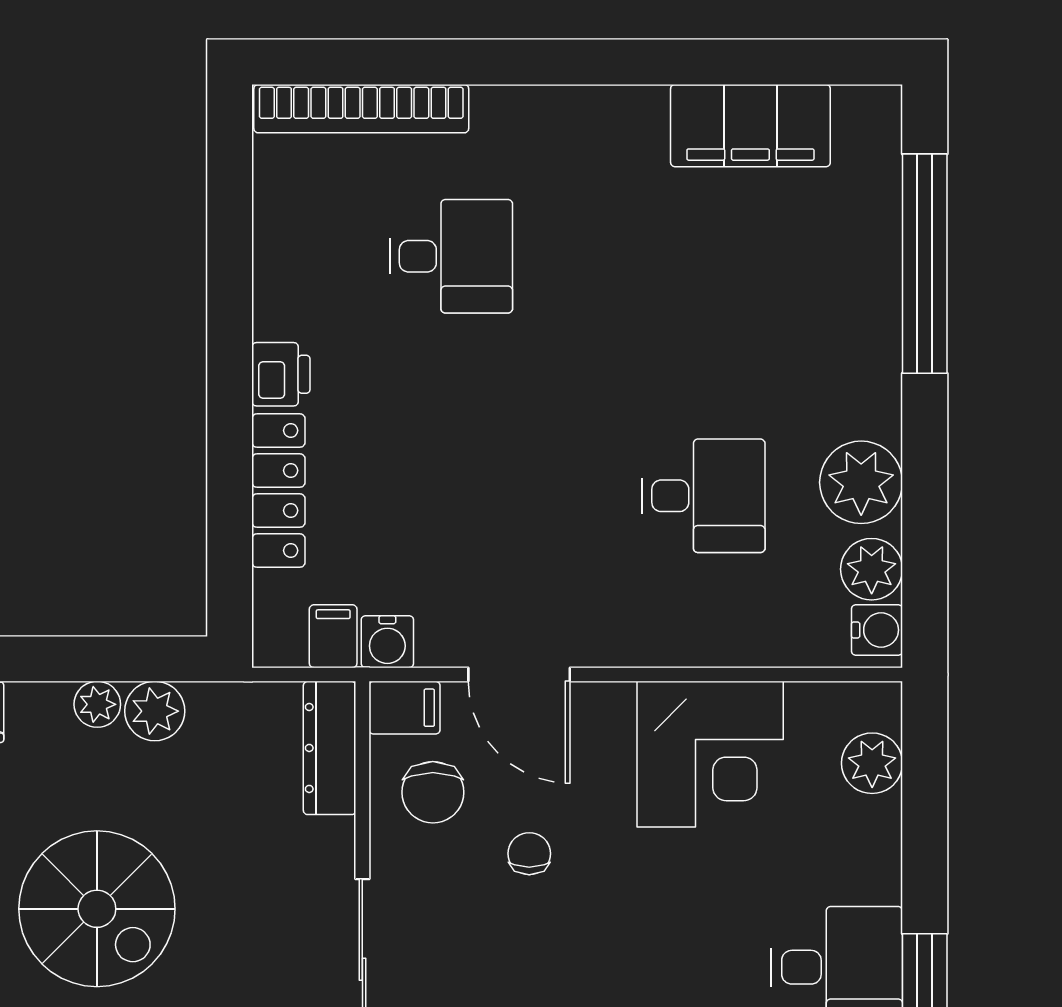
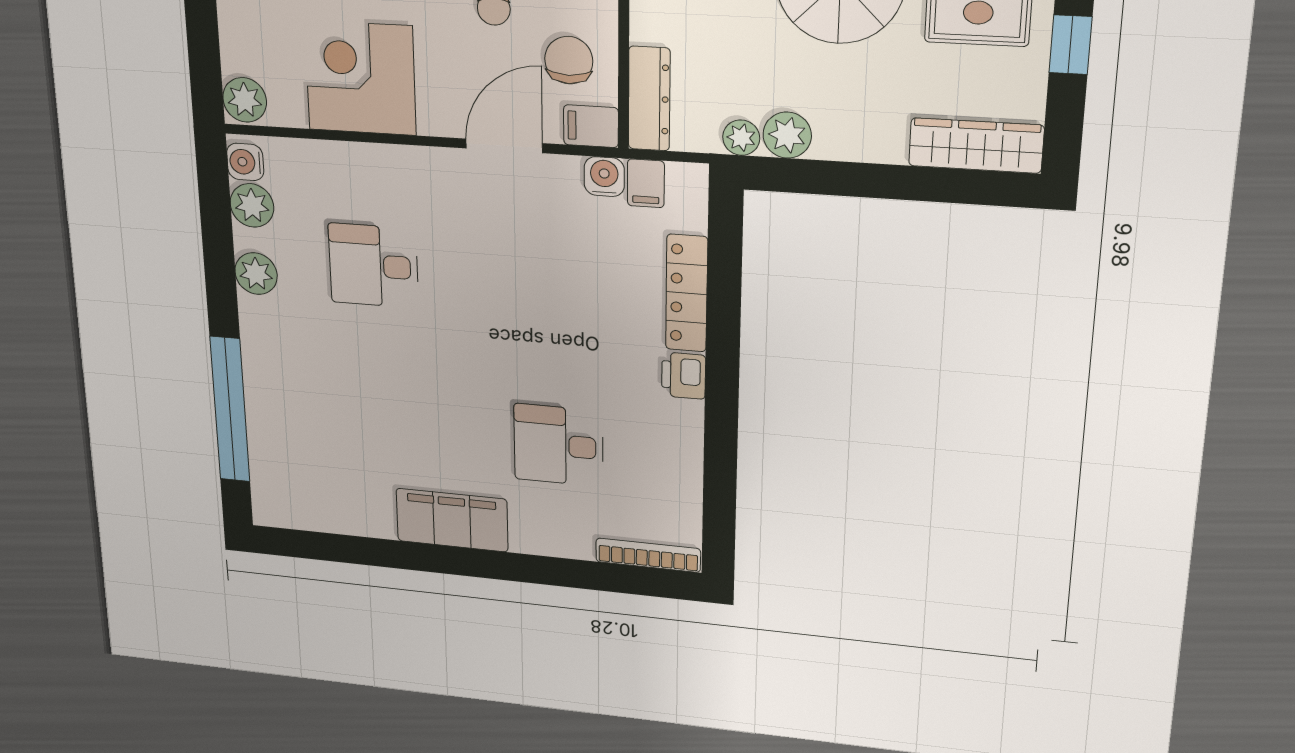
bookcase: (361, 109) -> (648, 555), width x0.68, depth x0.76
filing cabinet: (750, 126) -> (452, 520), moved
plant: (861, 482) -> (256, 274), width x0.73, depth x0.73
door: (519, 674) -> (504, 146), hinge flipped
plant: (97, 704) -> (741, 138), moved
plant: (872, 763) -> (245, 100), moved

